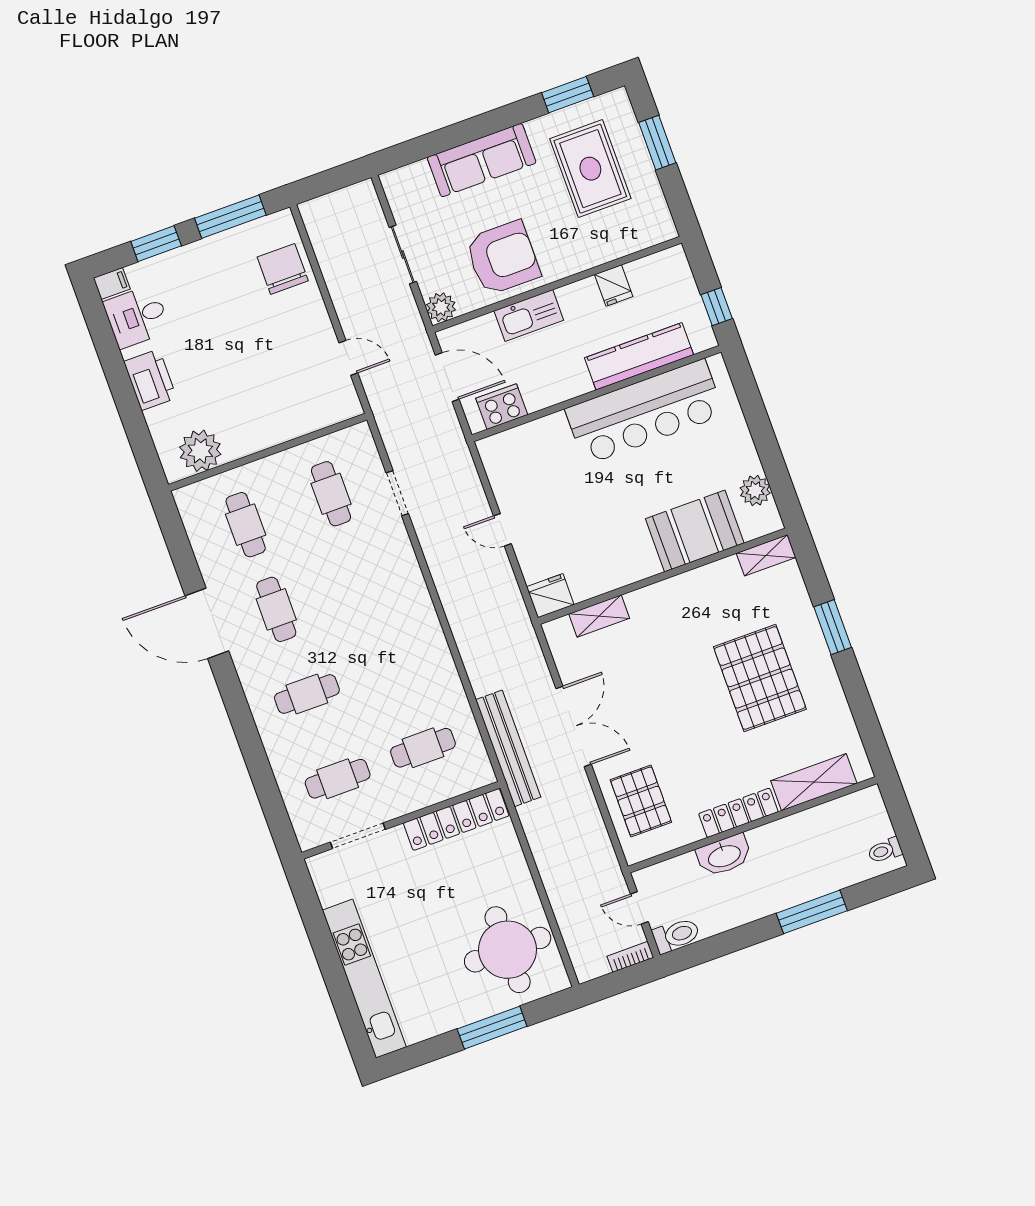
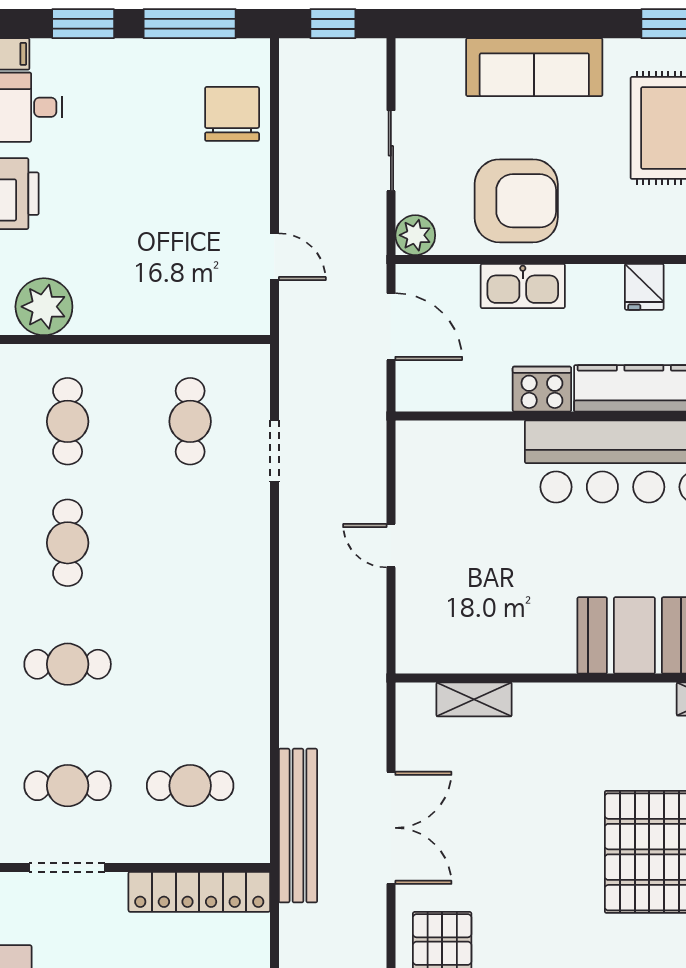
window: (330, 181) -> (333, 24), added
cooker: (502, 407) -> (542, 389), moved
fridge: (550, 596) -> (421, 651), removed

